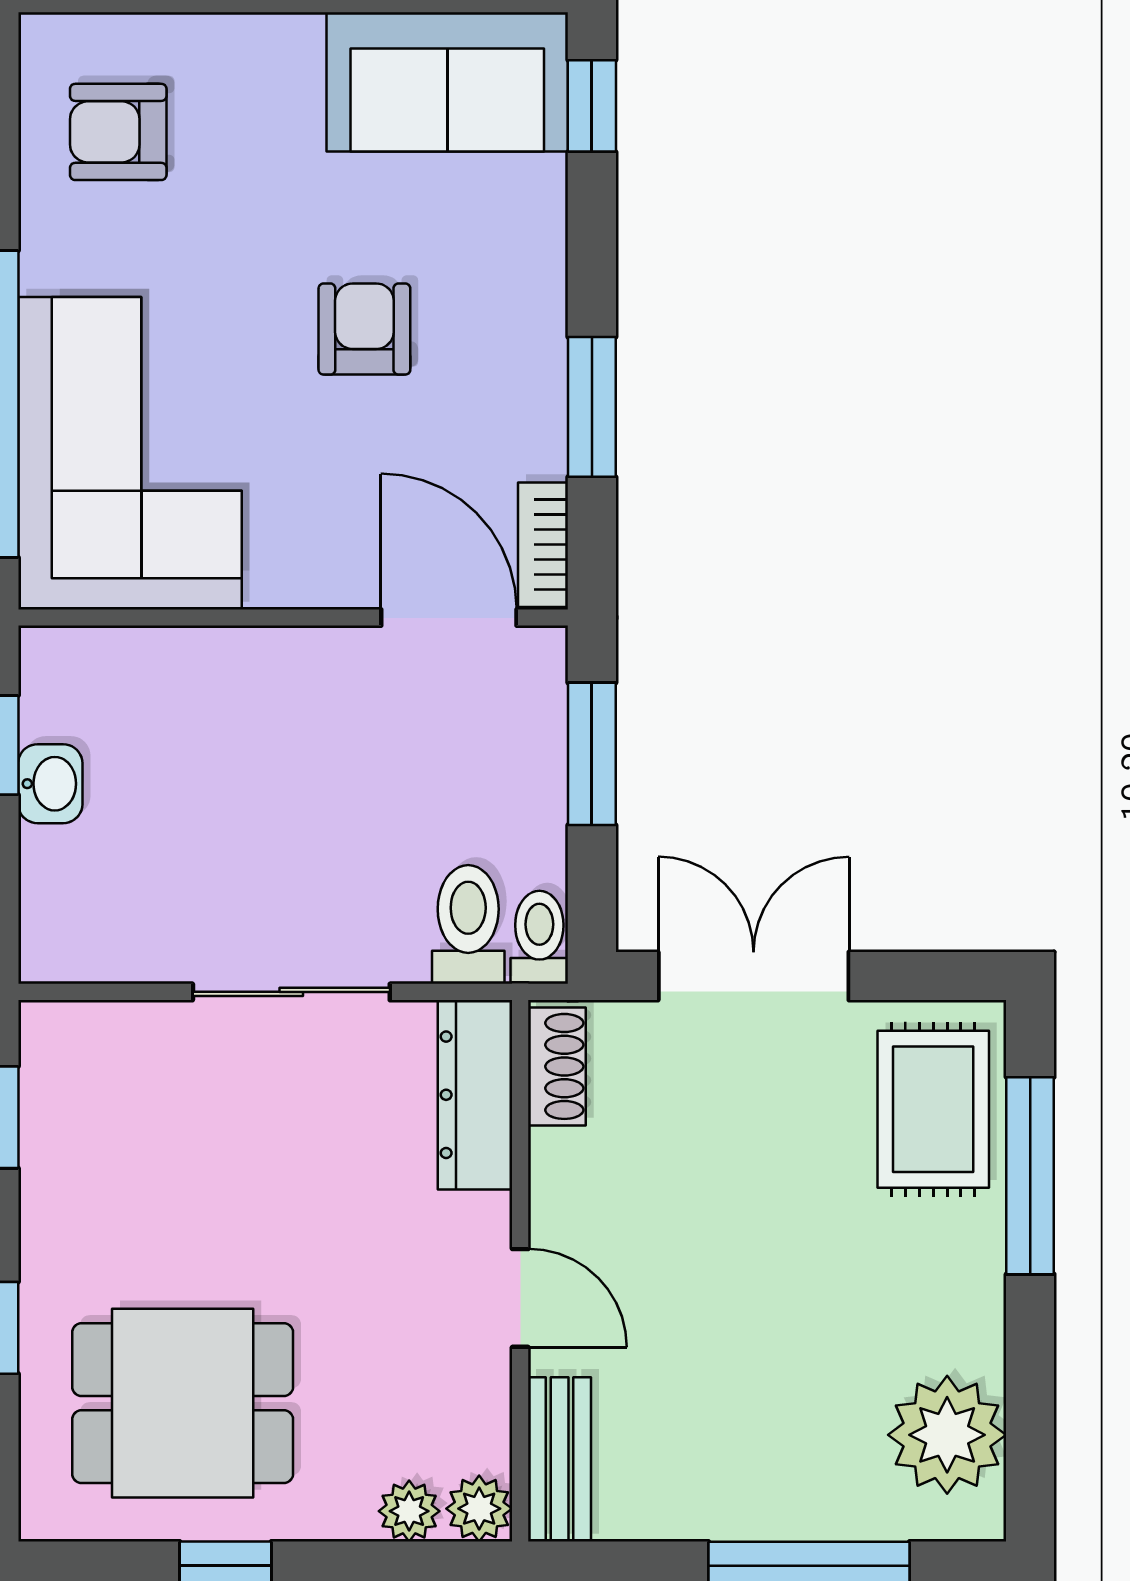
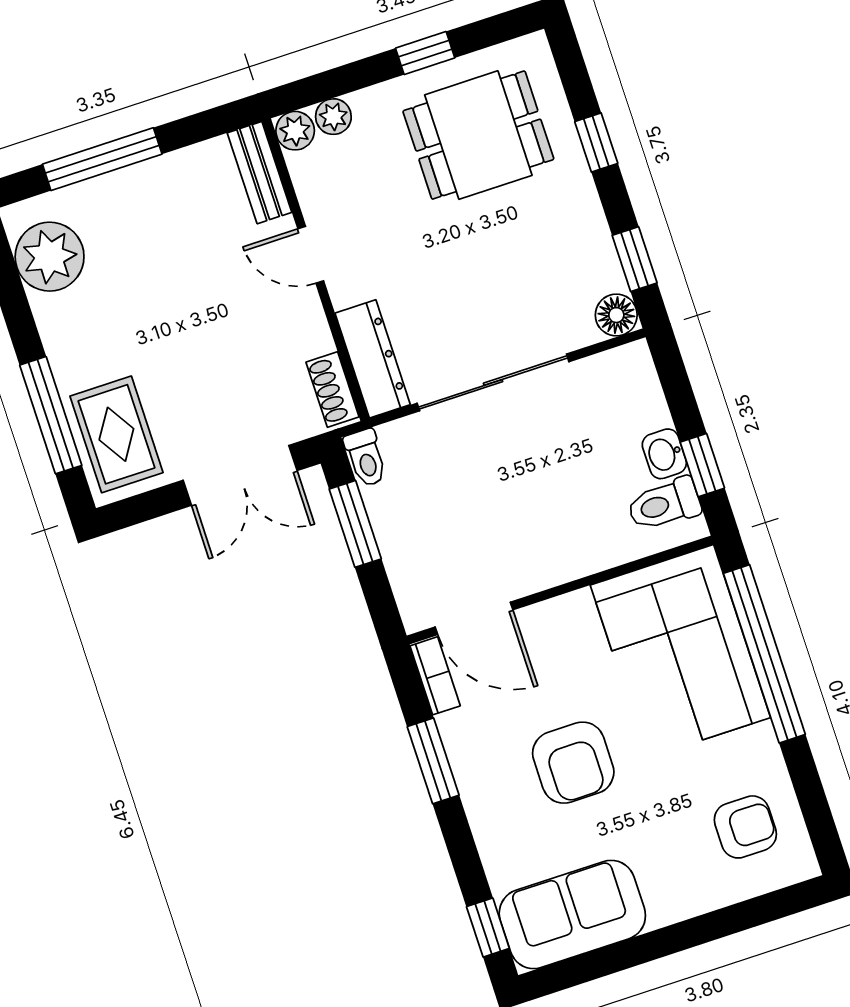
armchair: (364, 329) -> (573, 763), width x1.38, depth x1.38
window: (592, 754) -> (355, 524), moved
toilet: (468, 924) -> (664, 504), moved, turned 90
sliding door: (291, 992) -> (493, 382), width x1.37
floor lamp: (54, 1036) -> (616, 315), added

